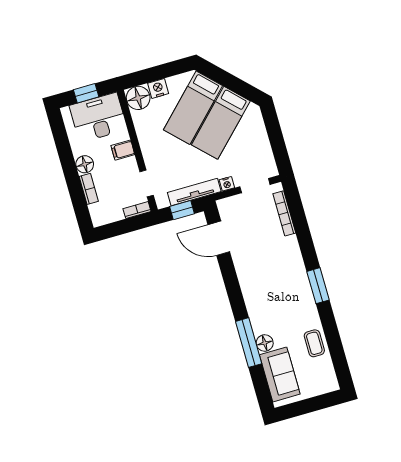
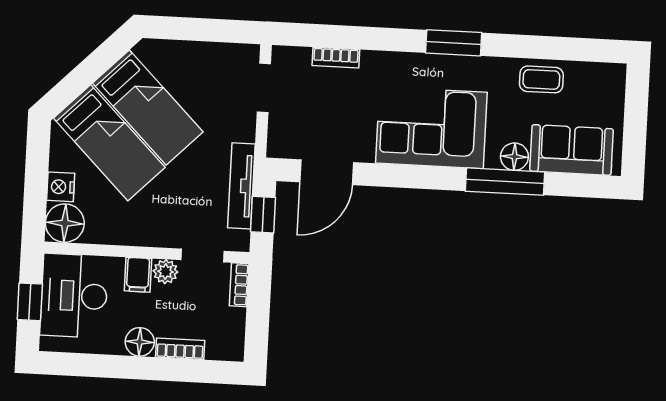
plant: (130, 165) -> (165, 272), added
nightstand: (227, 184) -> (246, 131), removed
bookcase: (284, 213) -> (336, 58), width x0.64
corner sofa: (265, 290) -> (431, 128), added

